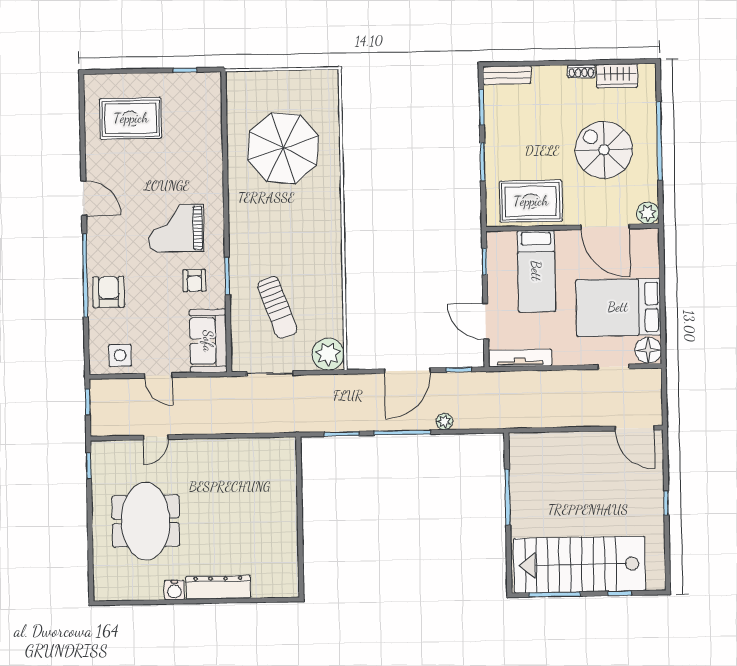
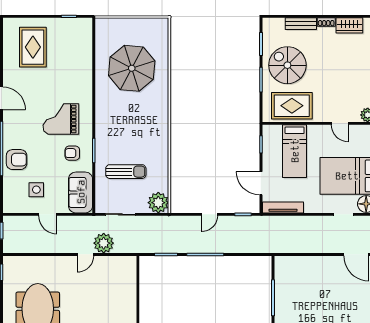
bench: (507, 75) -> (301, 24), moved
rug: (131, 118) -> (33, 47), turned 90
spiral stairs: (604, 150) -> (287, 65), moved
door: (605, 227) -> (340, 123), width x0.53
armchair: (194, 281) -> (72, 153), turned 90
armchair: (109, 292) -> (17, 160), turned 90
sun lounger: (277, 307) -> (126, 172), turned -70
side table: (120, 355) -> (36, 190), moved
door: (407, 371) -> (210, 214), width x0.53
plant: (444, 422) -> (104, 243), moved, width x1.87, depth x1.87
door: (156, 437) -> (85, 254), moved

